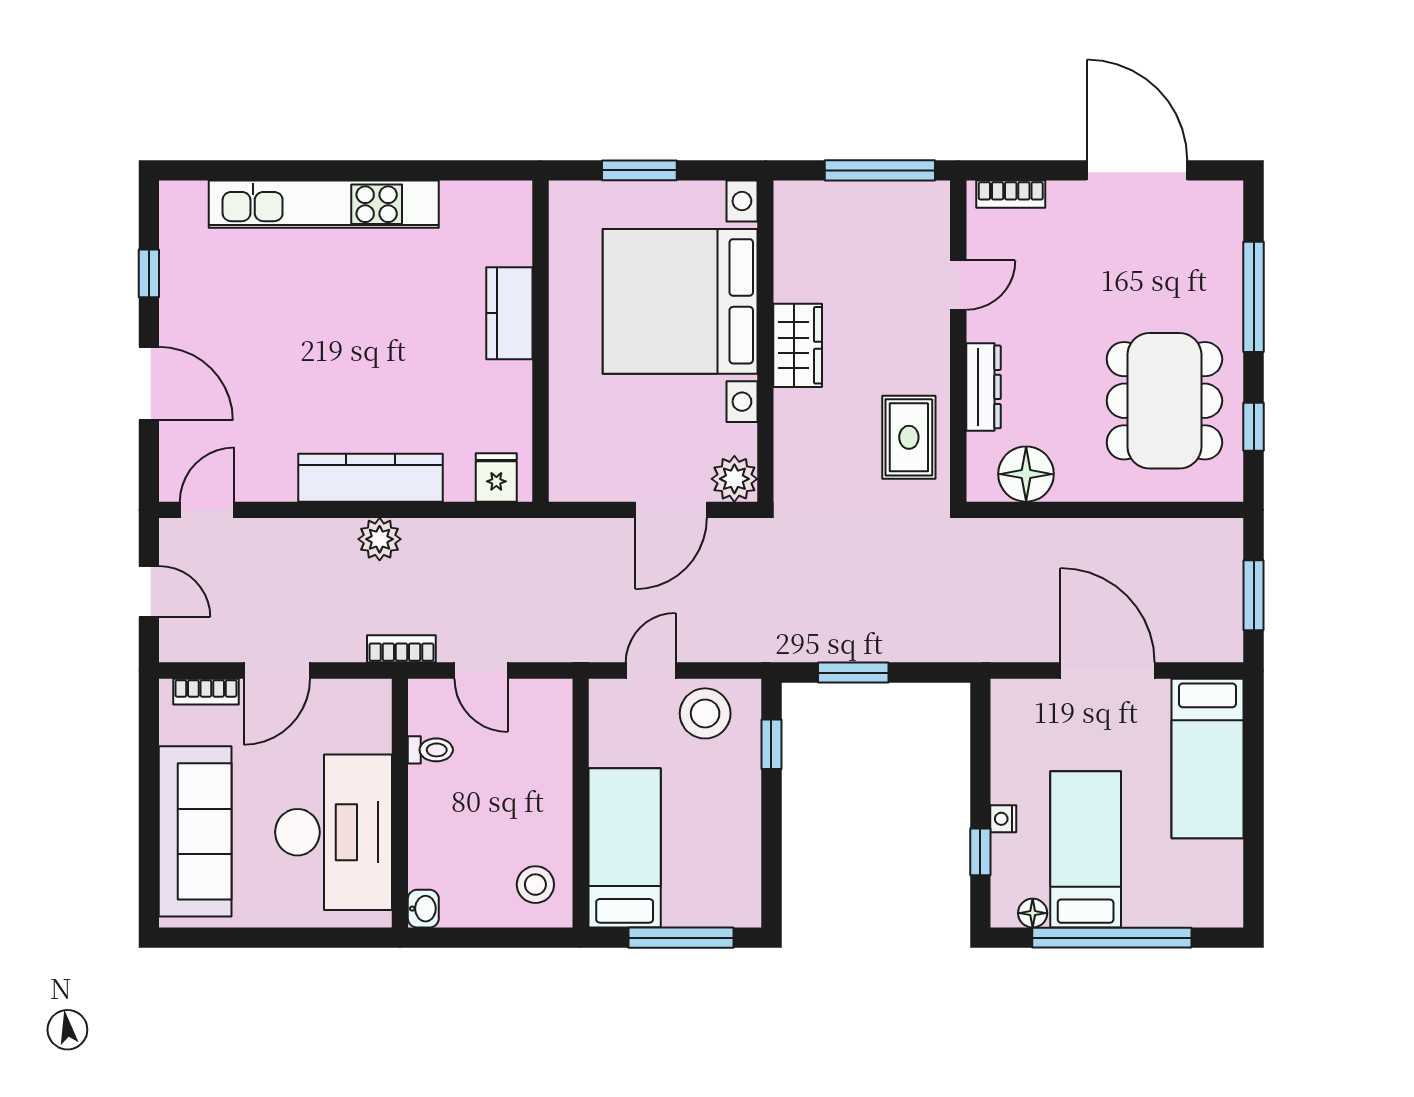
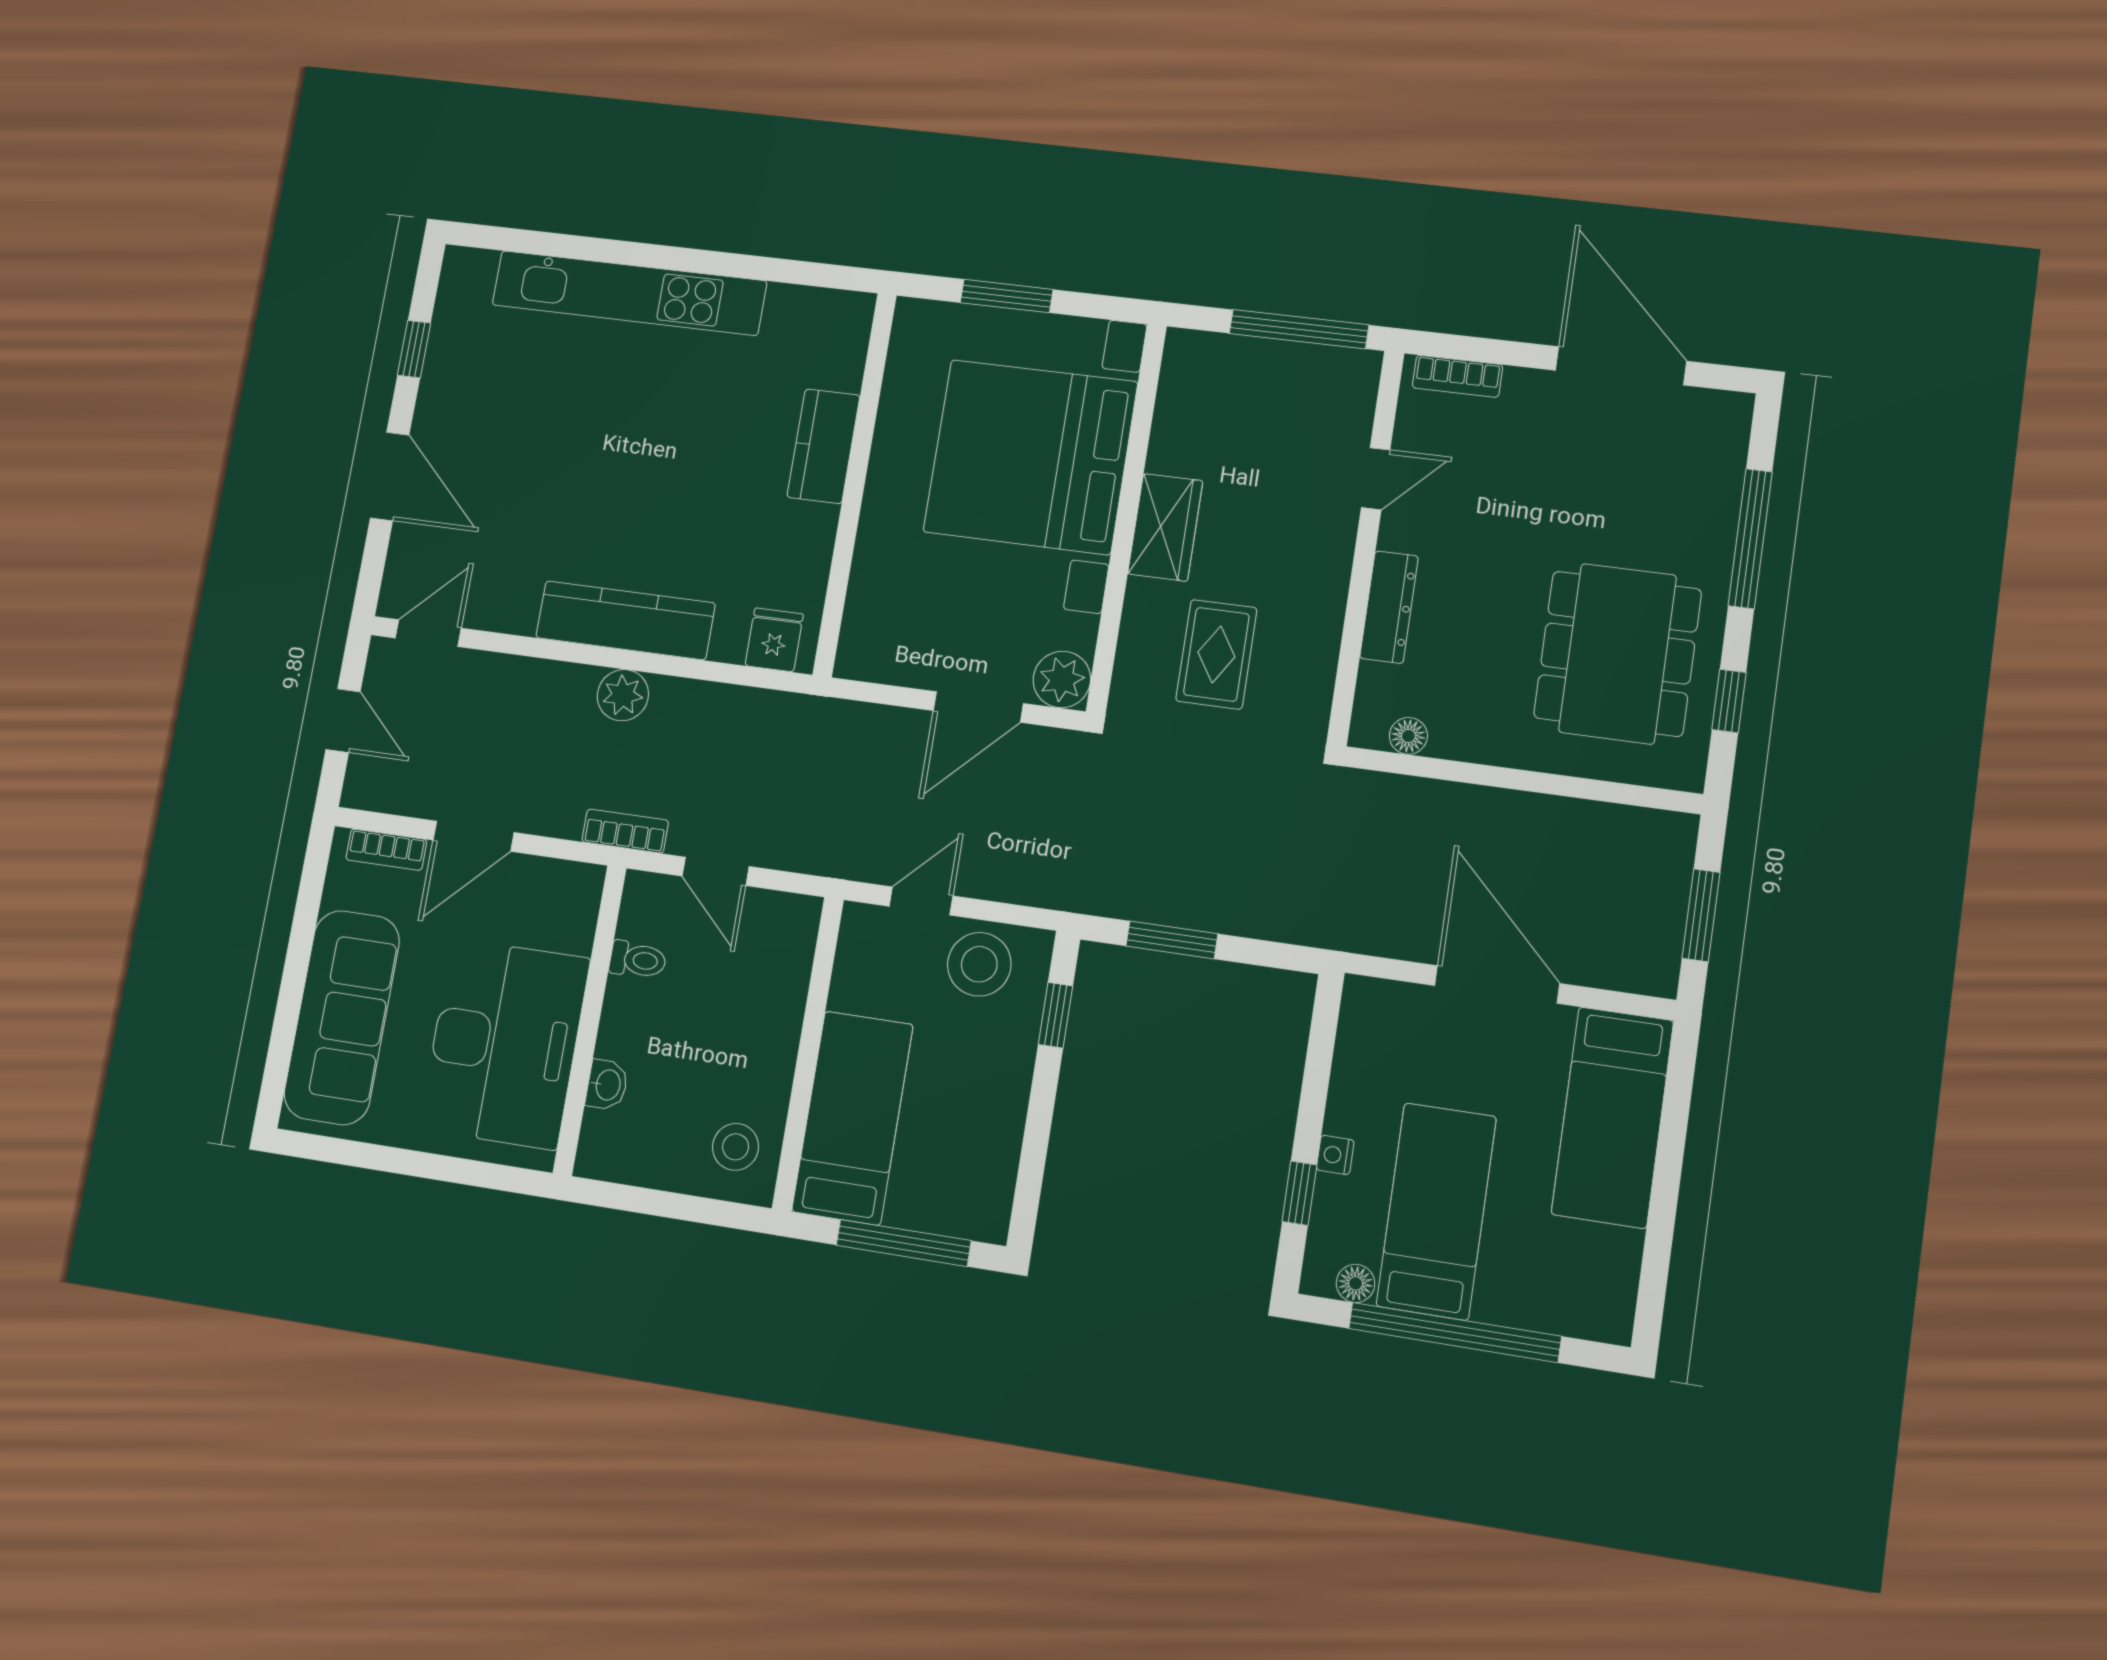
rug: (909, 437) -> (1216, 654), moved
floor lamp: (1026, 474) -> (1408, 736), width x0.53, depth x0.53
washbasin: (423, 909) -> (607, 1085), moved

